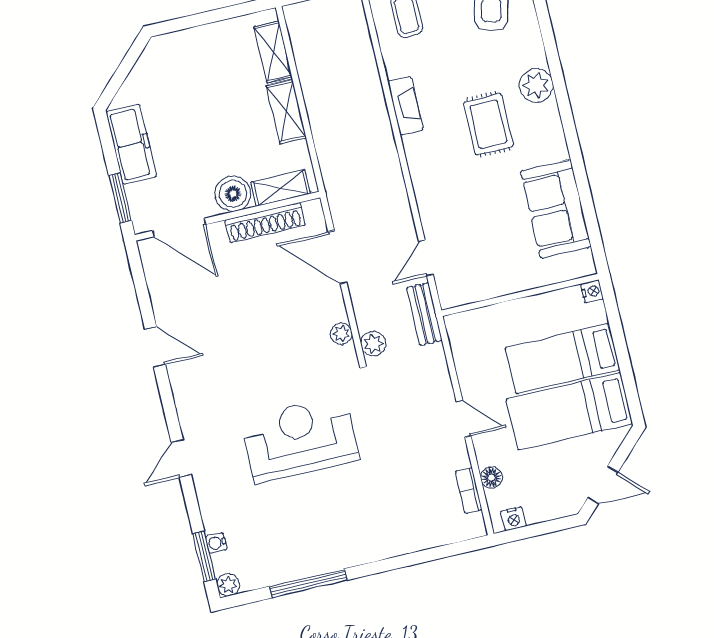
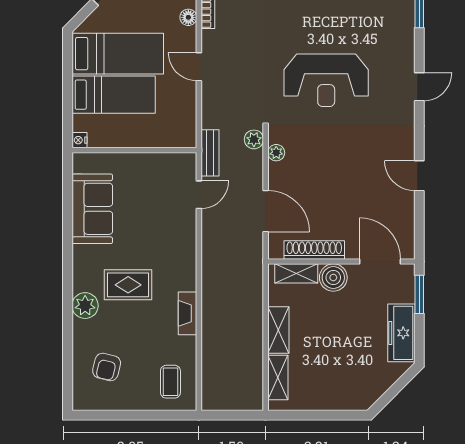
rug: (488, 124) -> (128, 285), turned 90
water cooler: (216, 543) -> (408, 17), removed

